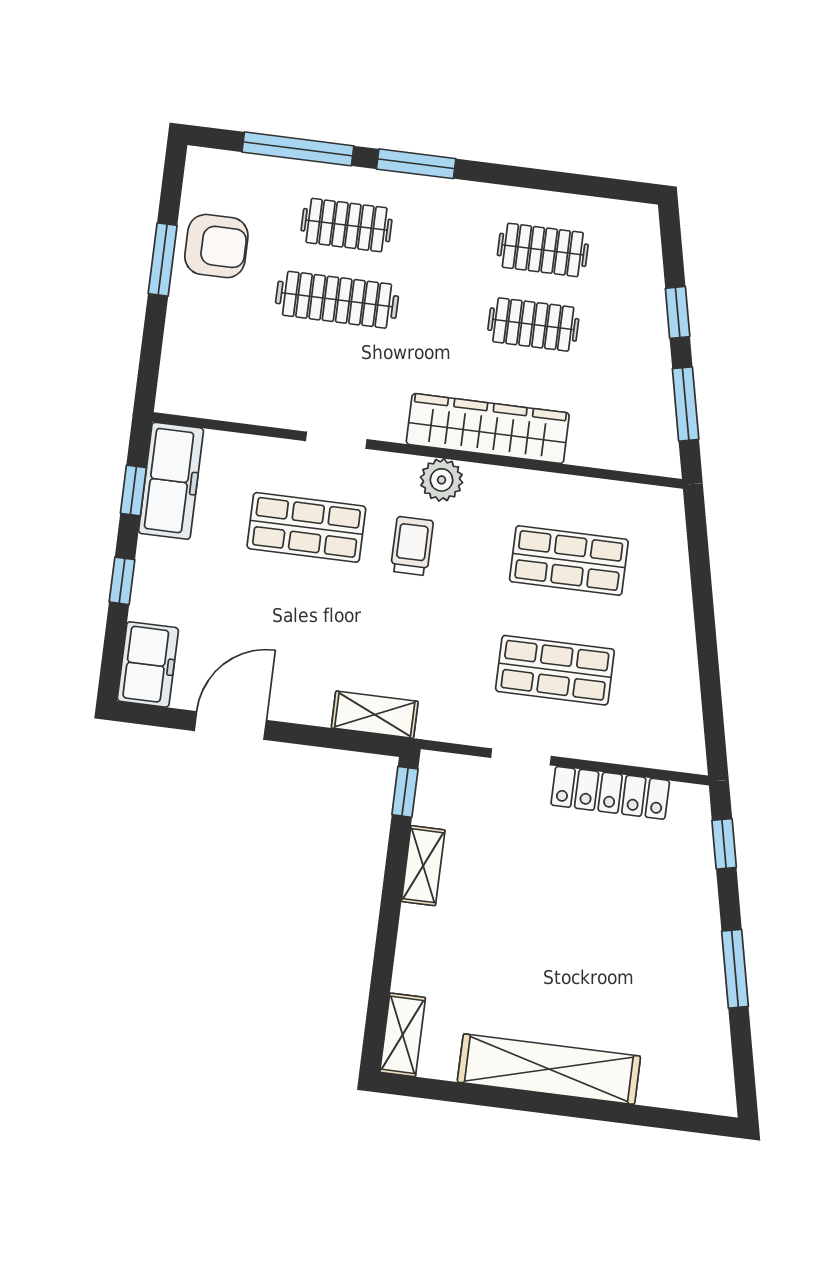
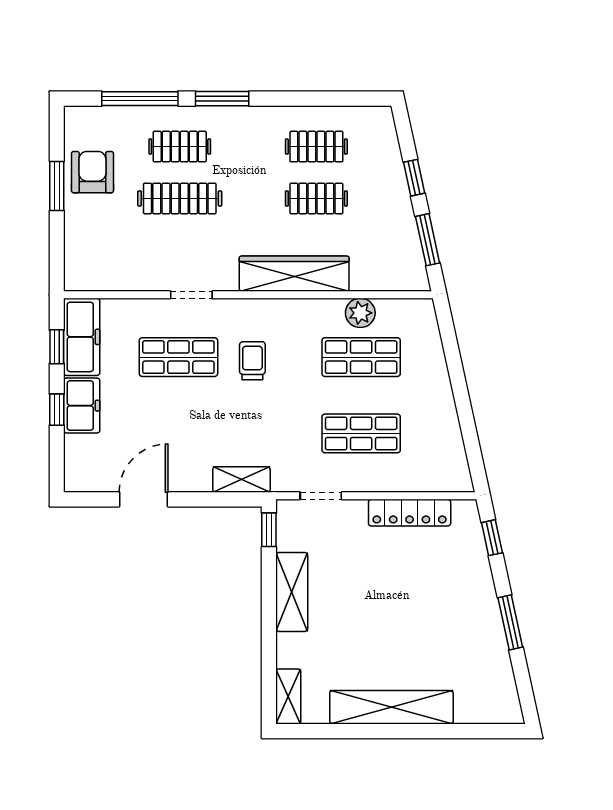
armchair: (216, 246) -> (92, 172), turned -90
plant: (442, 480) -> (360, 313), moved
freezer: (148, 664) -> (82, 406), moved
doorway: (521, 757) -> (321, 496), moved
shelving: (423, 866) -> (292, 592), width x1.50, depth x1.33

